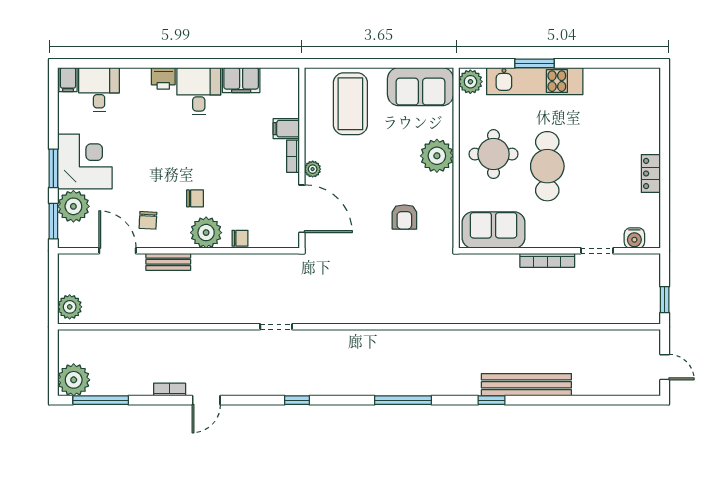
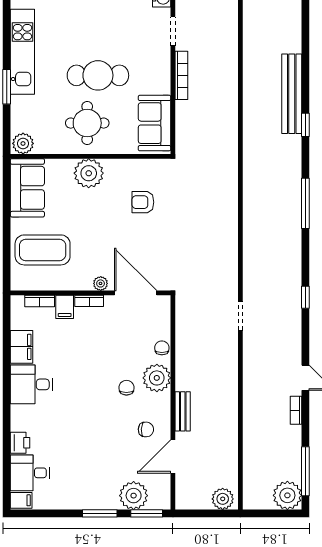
printer: (163, 78) -> (20, 443), moved
kitchen unit: (535, 81) -> (22, 52), moved
bookcase: (293, 100) -> (40, 301), added
corner desk: (85, 161) -> (94, 485), removed
door: (302, 209) -> (136, 293), hinge flipped
armchair: (404, 217) -> (143, 202), turned 180

